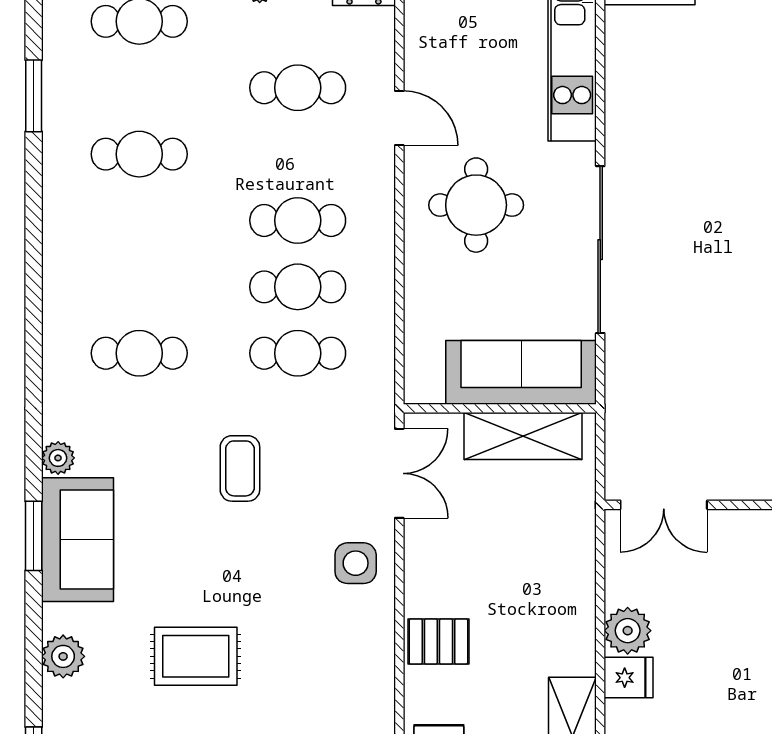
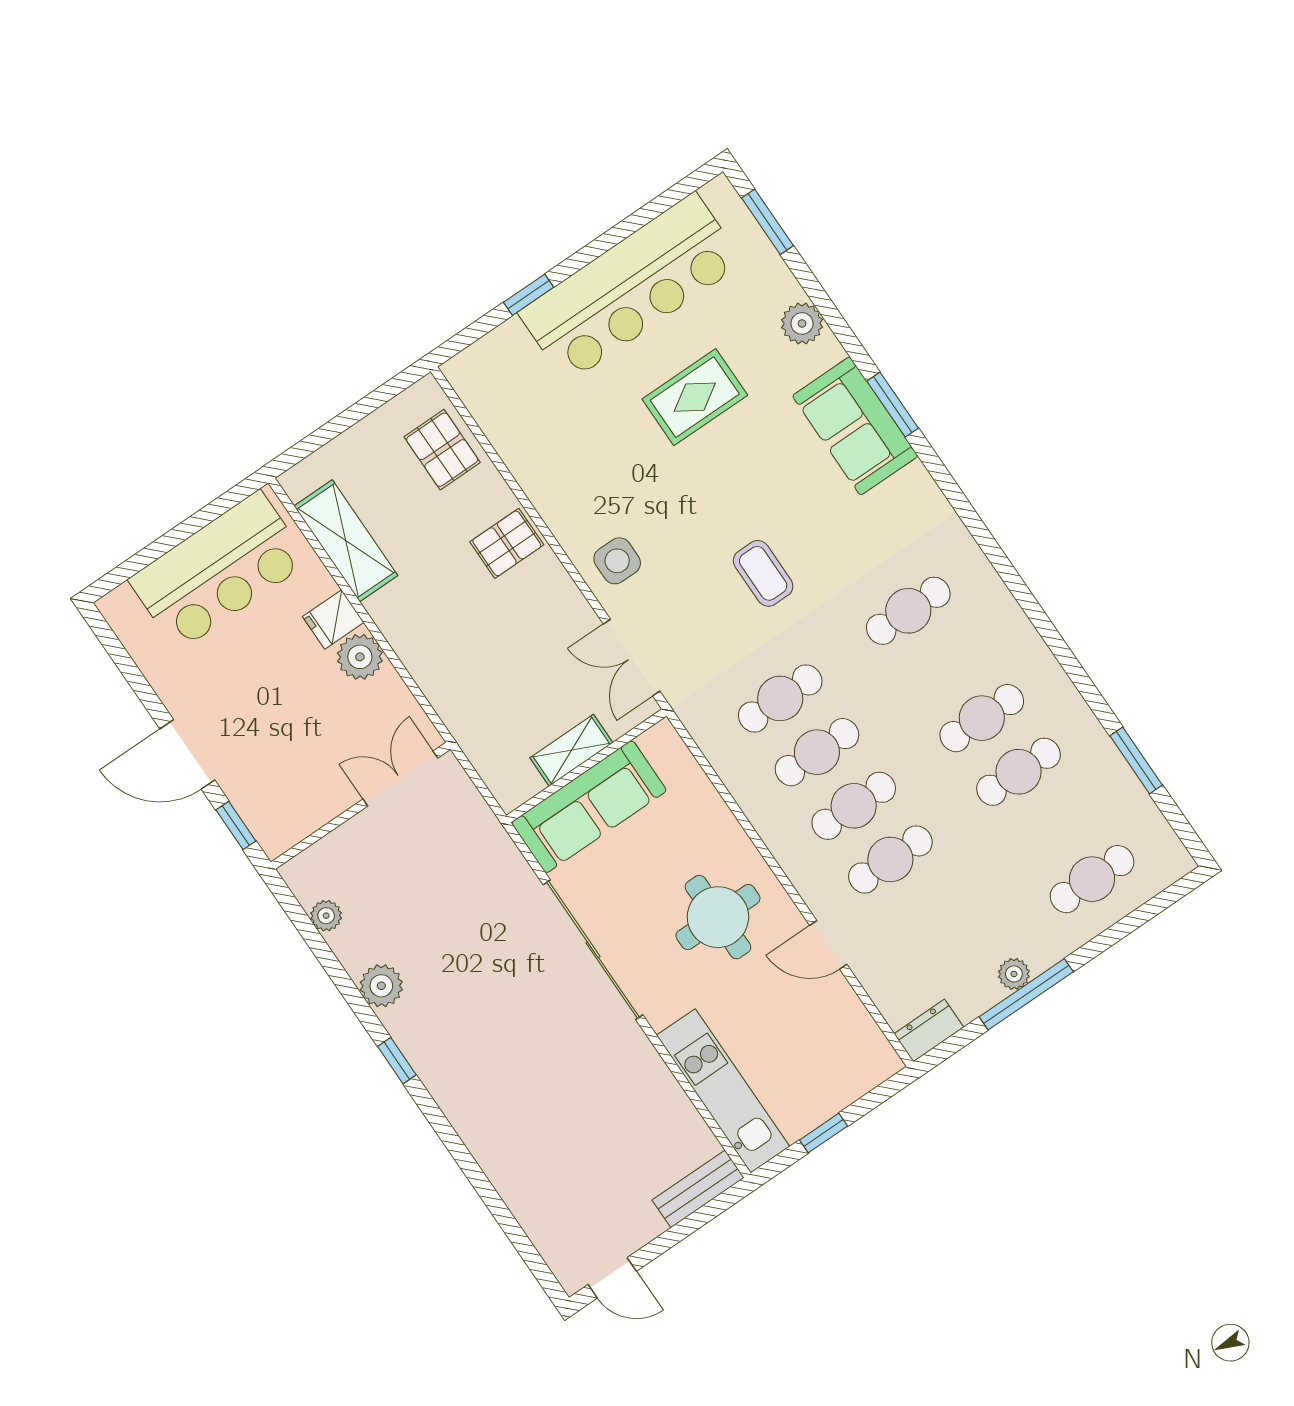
cafe table: (298, 88) -> (890, 859), moved
cafe table: (139, 220) -> (982, 718), added
shelving: (523, 436) -> (571, 750), width x0.67, depth x0.75
plant: (58, 458) -> (916, 481), removed

